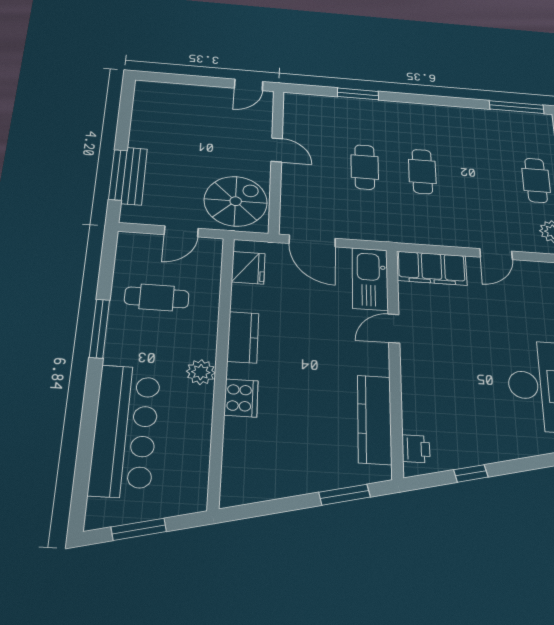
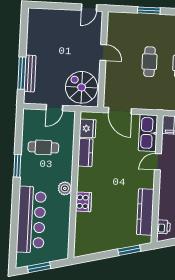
spiral stairs: (236, 201) -> (82, 87), turned -90
window: (100, 328) -> (17, 166), width x0.69
kitchen counter: (243, 337) -> (85, 153), moved

